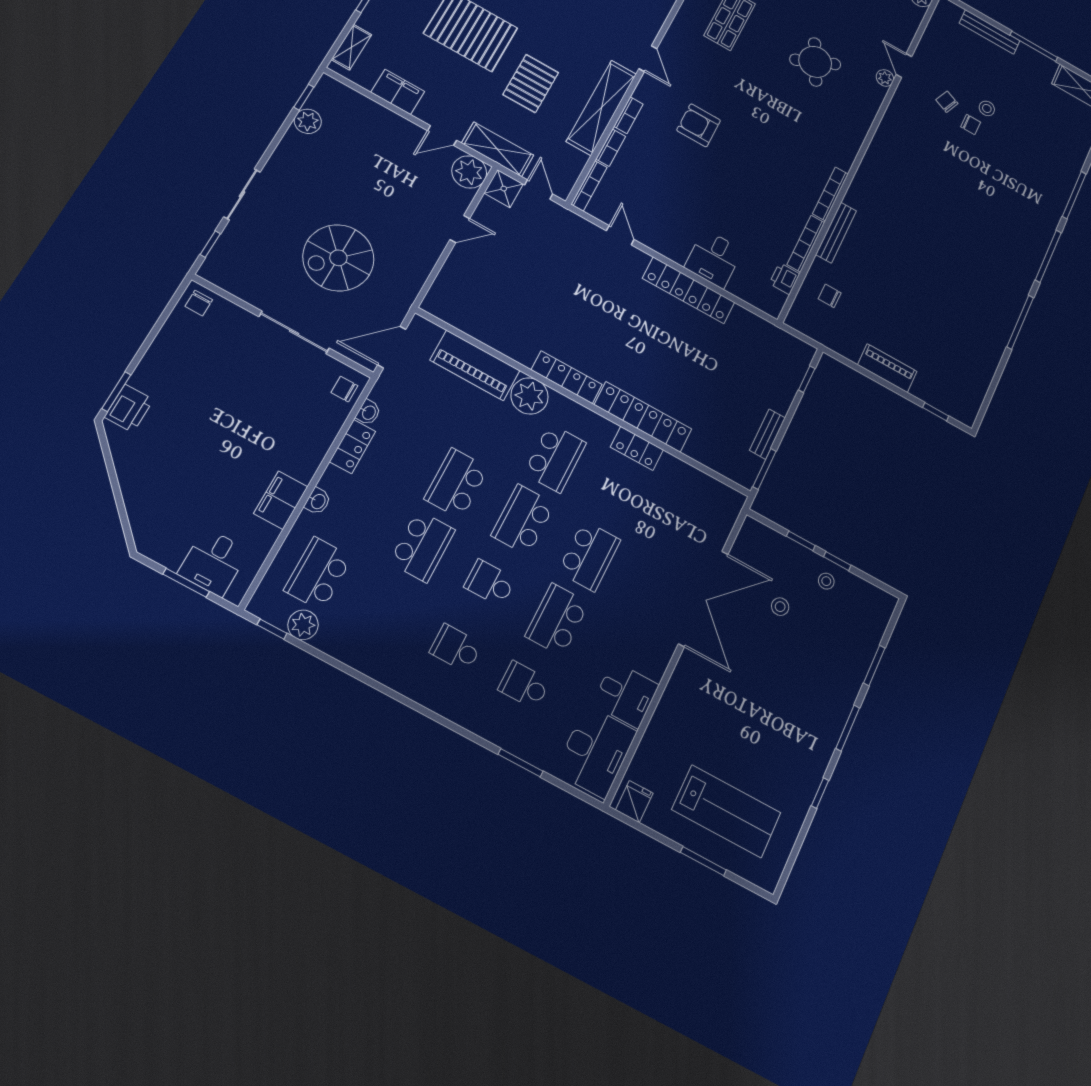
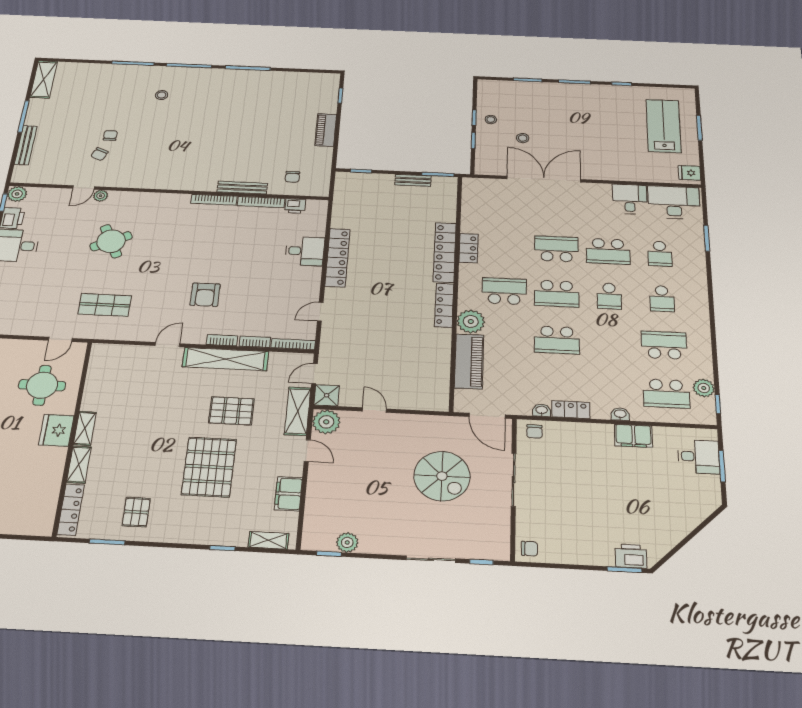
stool: (987, 108) -> (162, 95), moved
school desk: (422, 546) -> (664, 345), moved

